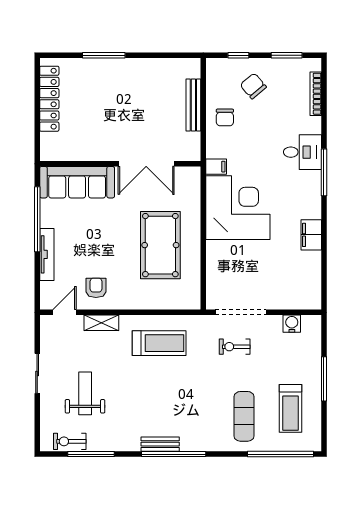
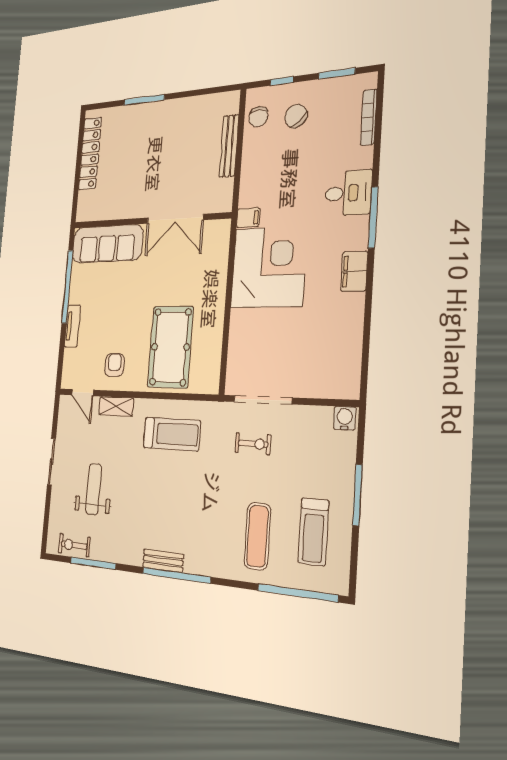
chair: (225, 117) -> (258, 117), moved
filing cabinet: (311, 235) -> (354, 271), moved
pool table: (160, 245) -> (170, 347), moved
tv unit: (47, 254) -> (72, 326), width x0.71
door: (64, 312) -> (83, 393), swing flipped
water cooler: (292, 324) -> (345, 418), moved
exercise bike: (235, 347) -> (253, 444), turned 180

